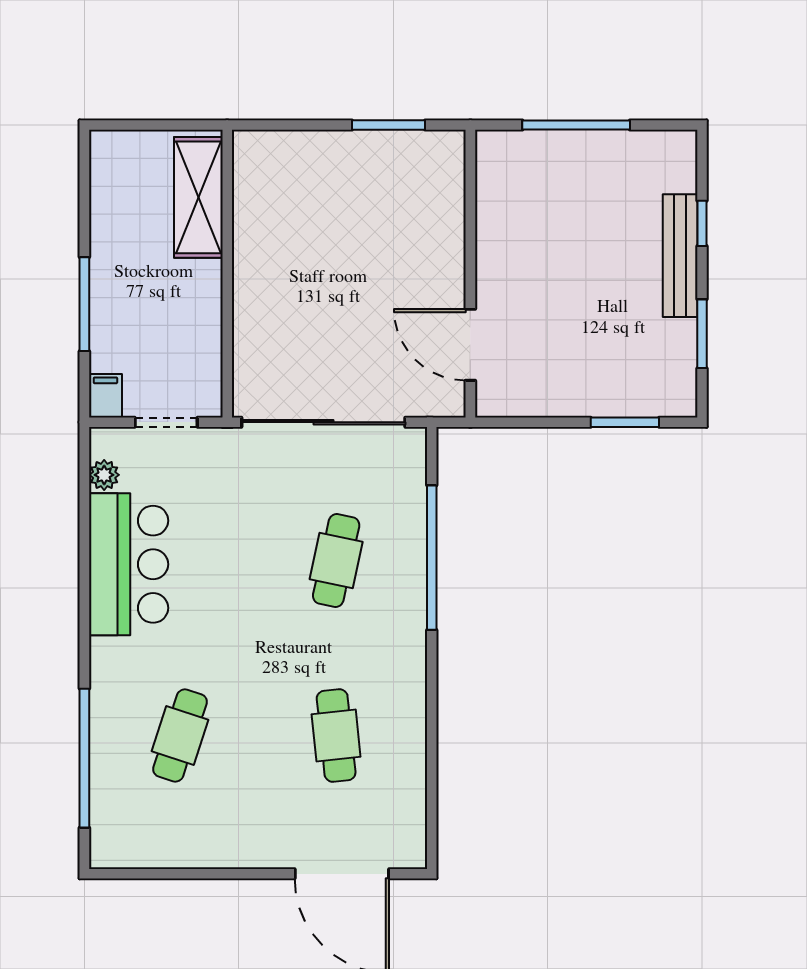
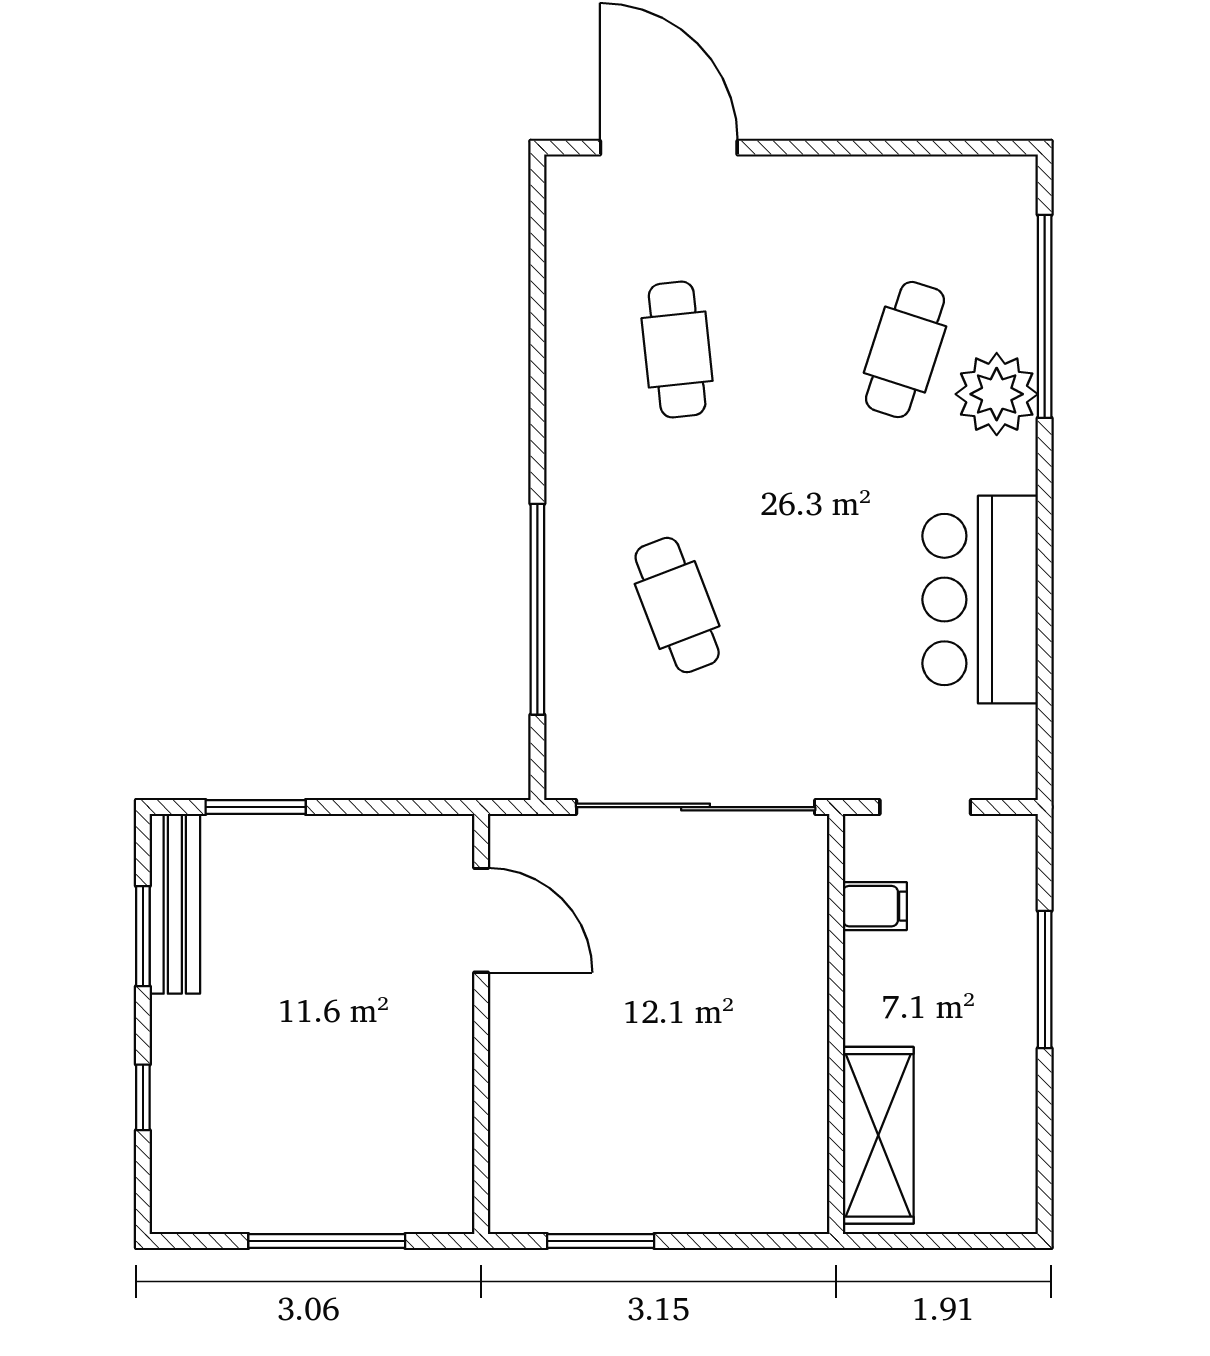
bench: (680, 256) -> (175, 904), moved
filing cabinet: (105, 396) -> (875, 906), moved, turned -90
plant: (104, 475) -> (997, 394), moved, width x1.87, depth x1.87
cafe table: (336, 561) -> (677, 605), turned -33

